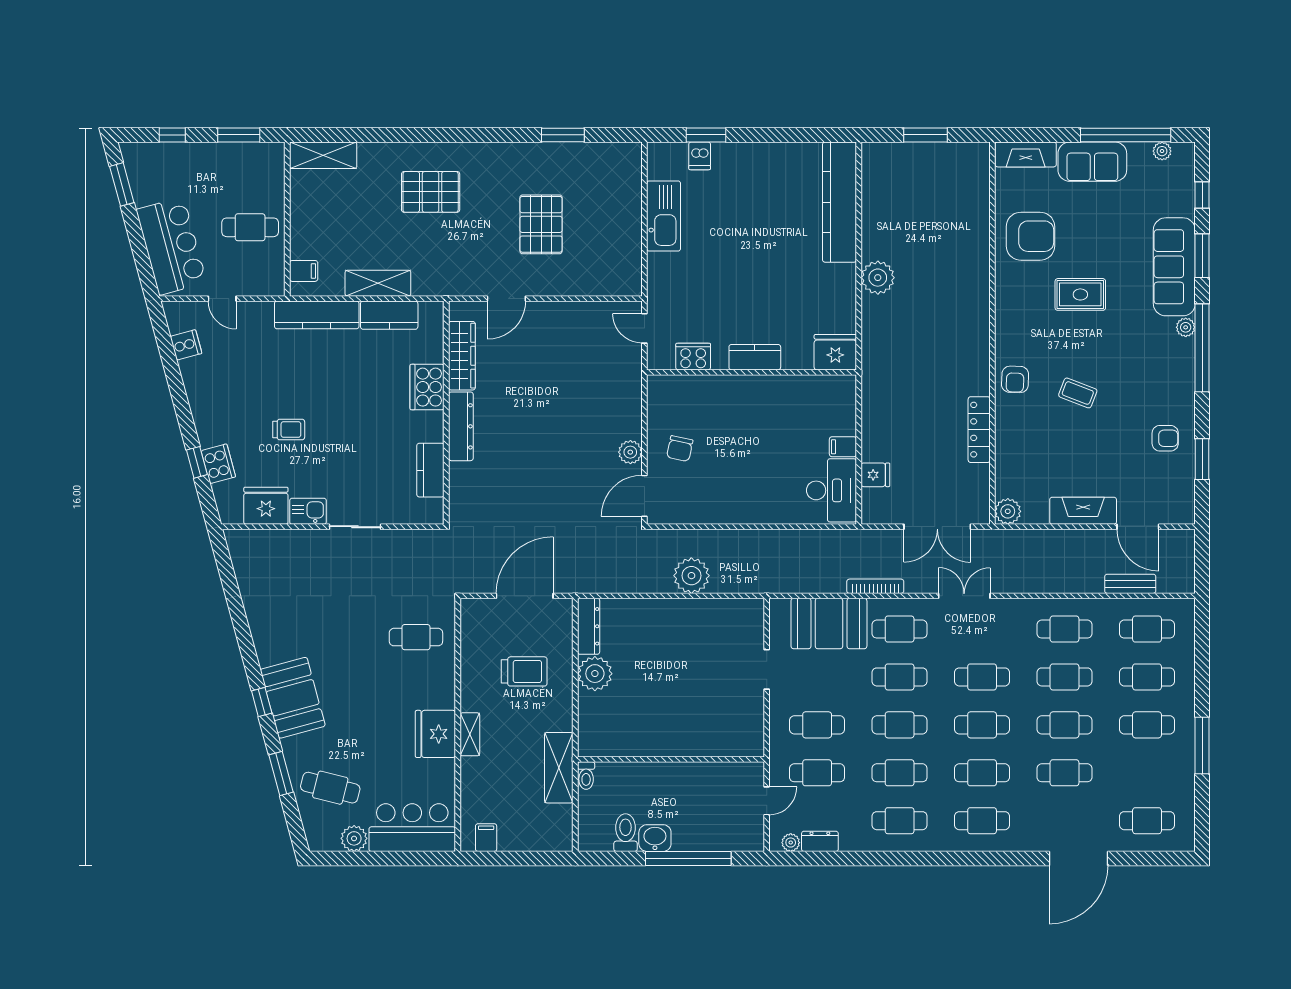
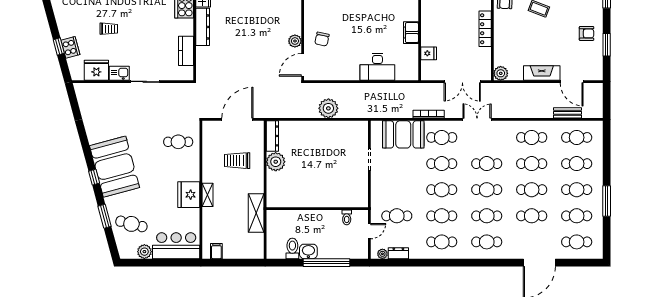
filing cabinet: (843, 447) -> (411, 33), width x2.00
desk: (832, 490) -> (377, 67), moved, turned 90
trolley: (524, 671) -> (237, 161), turned 180
booth: (293, 698) -> (115, 167), width x1.36, depth x1.42
cafe table: (817, 725) -> (577, 216), moved
toilet: (586, 776) -> (347, 217), moved

